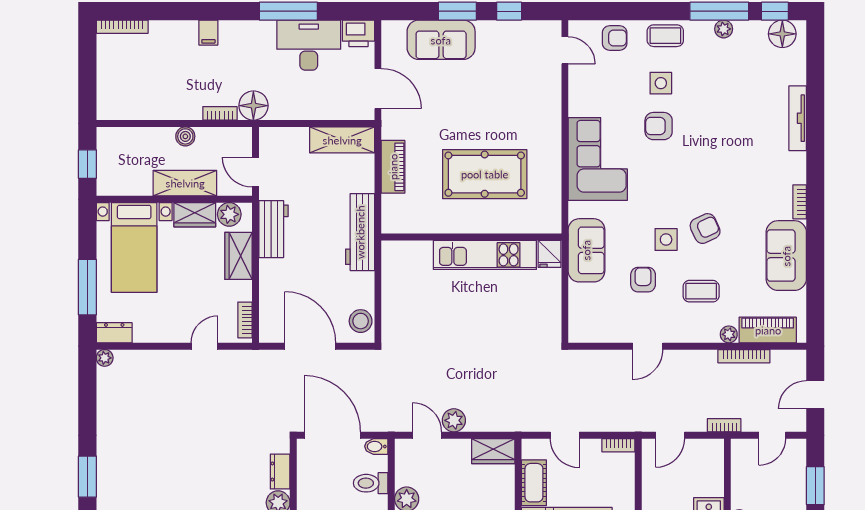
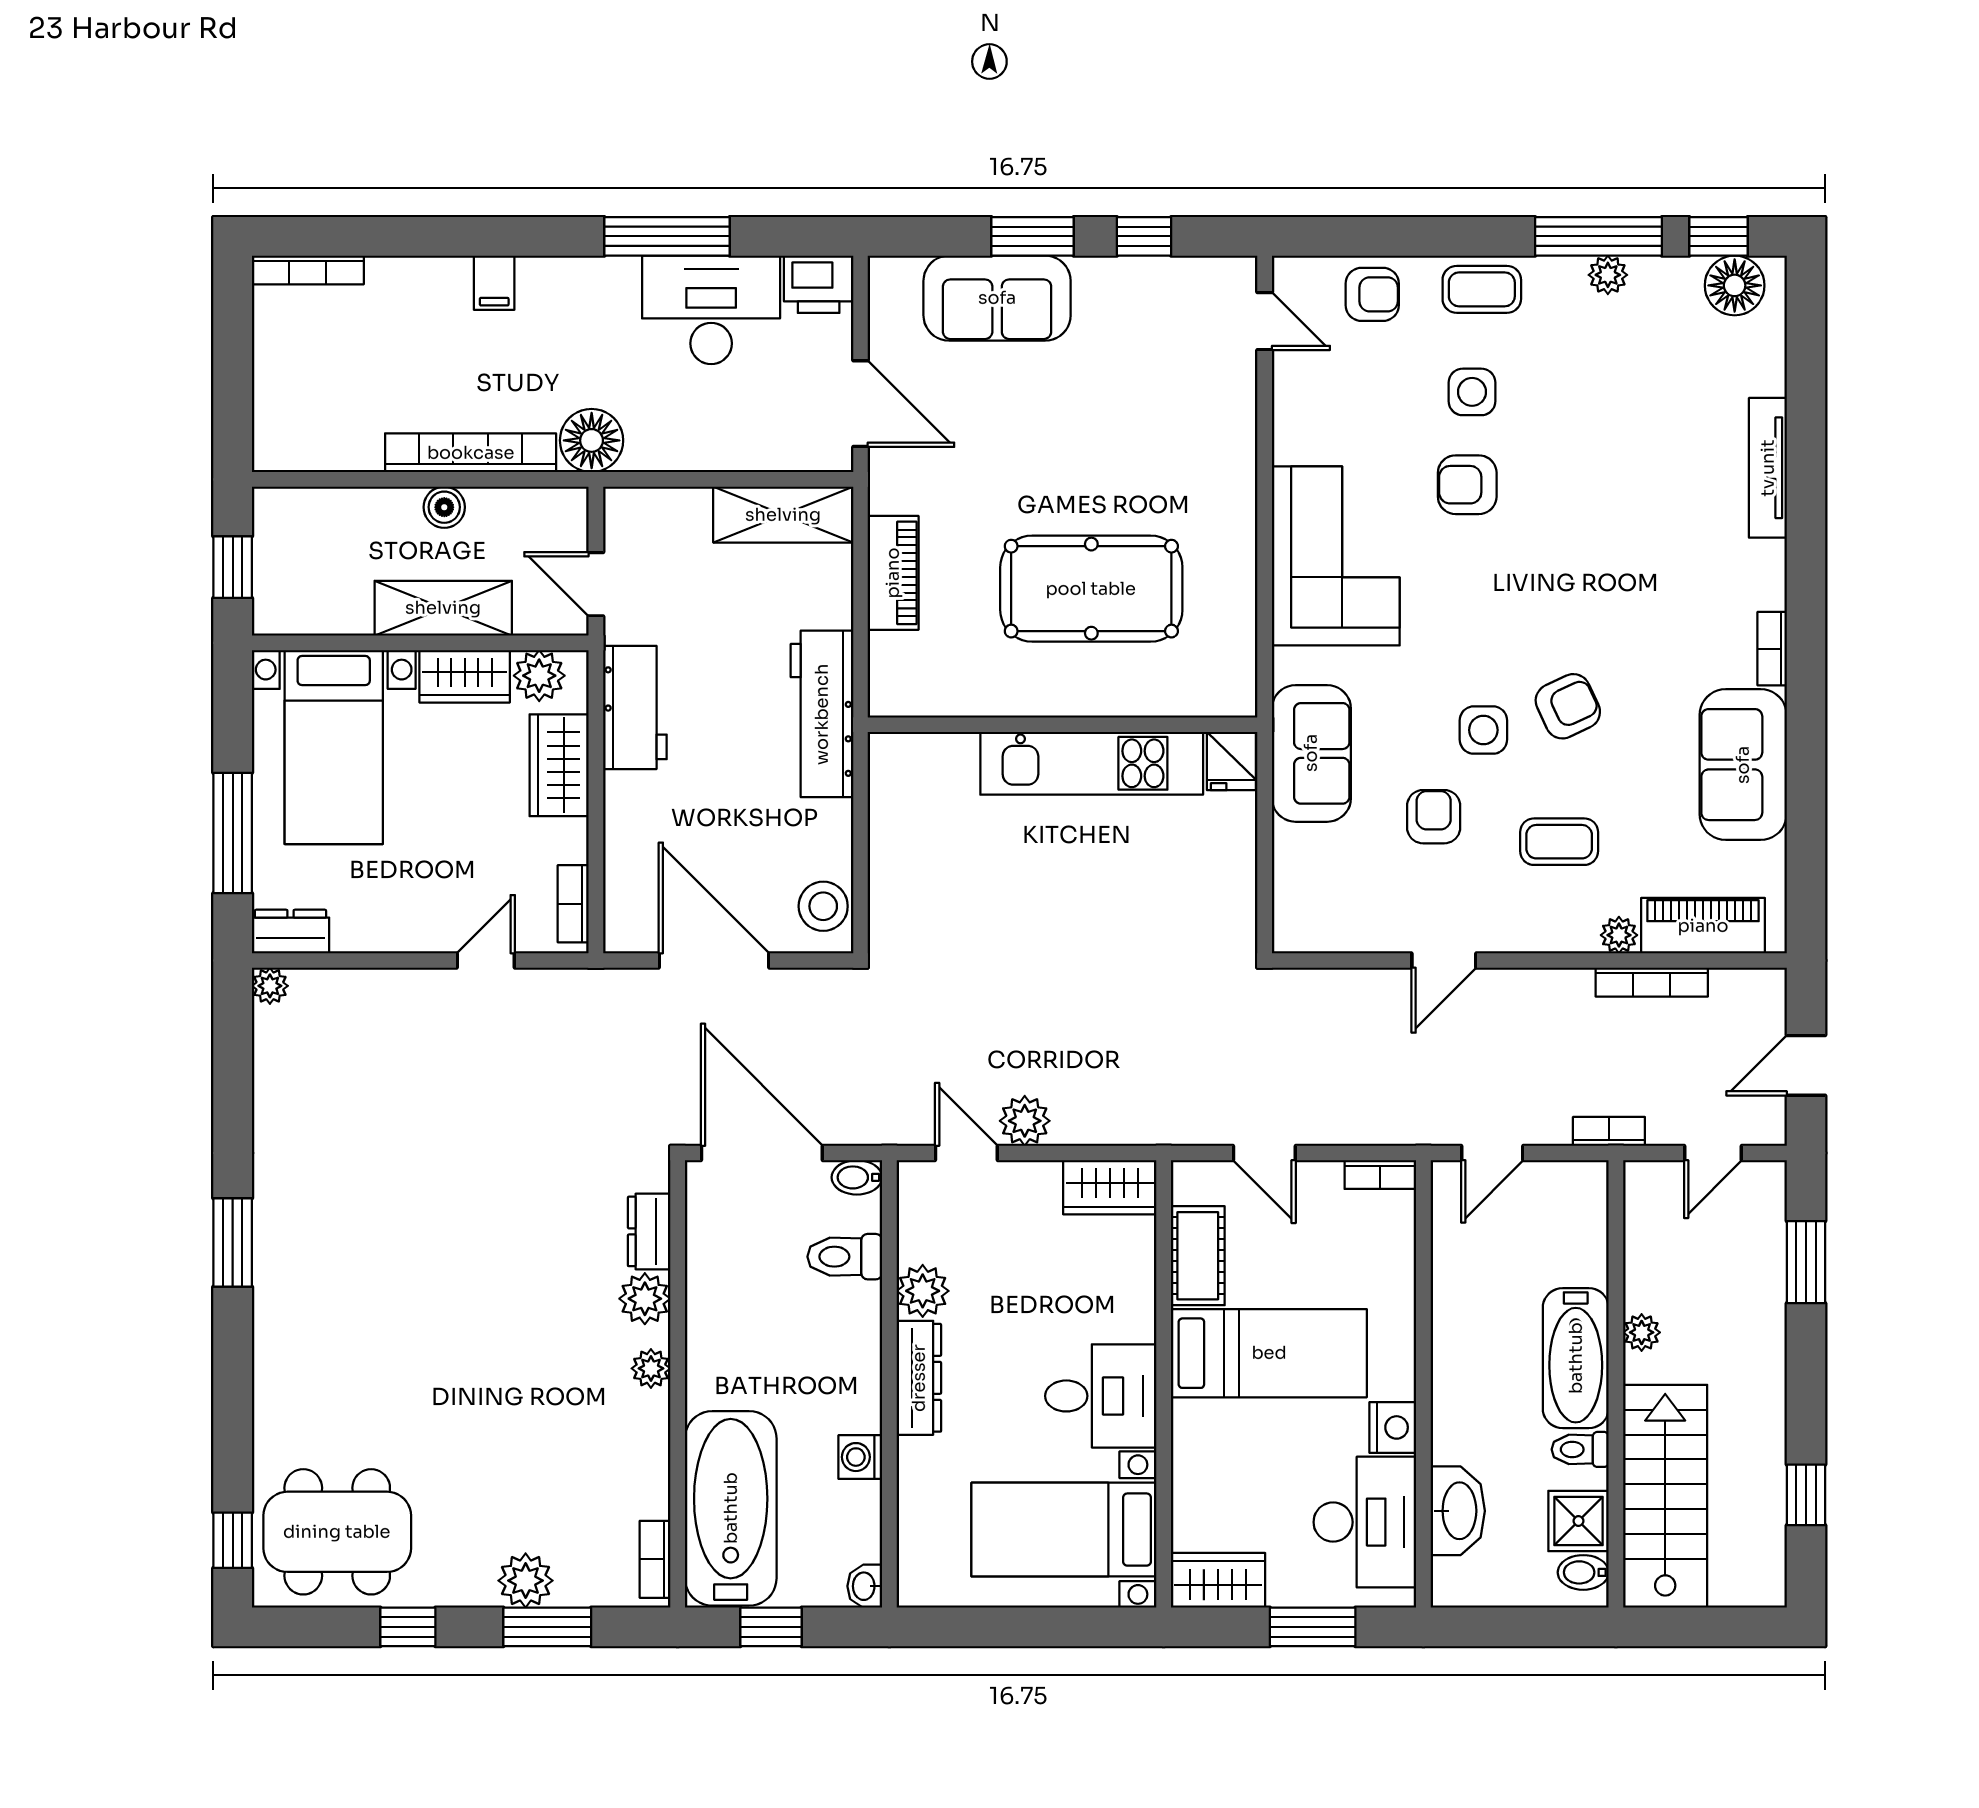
bookcase: (220, 113) -> (471, 453), width x2.31, depth x1.31

